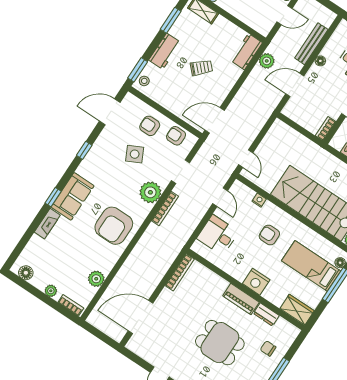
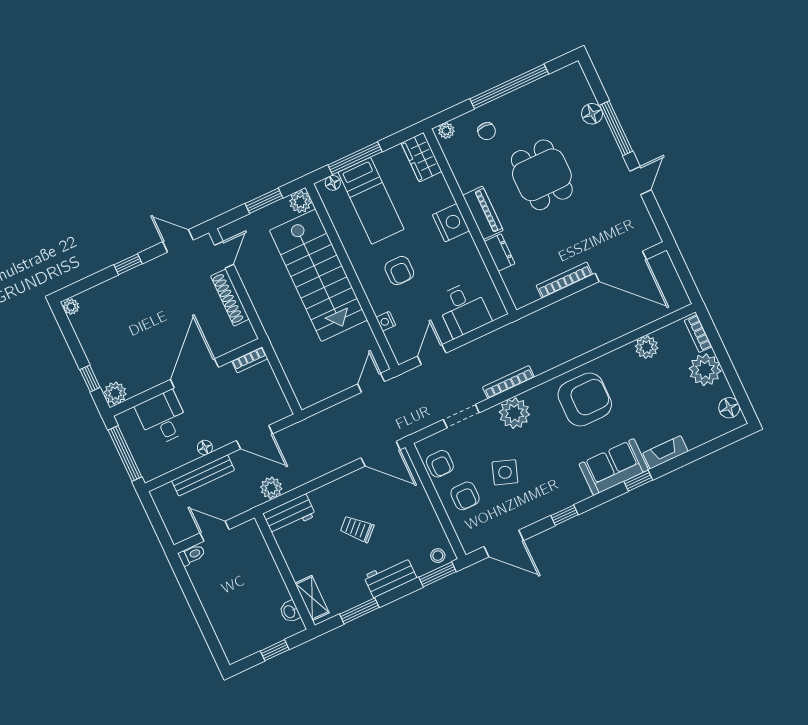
side table: (135, 154) -> (505, 472), turned 45
bookcase: (180, 272) -> (564, 280), moved
plant: (51, 291) -> (705, 370), width x1.88, depth x1.88
dresser: (266, 314) -> (500, 253), moved
plant: (292, 334) -> (446, 131), added

